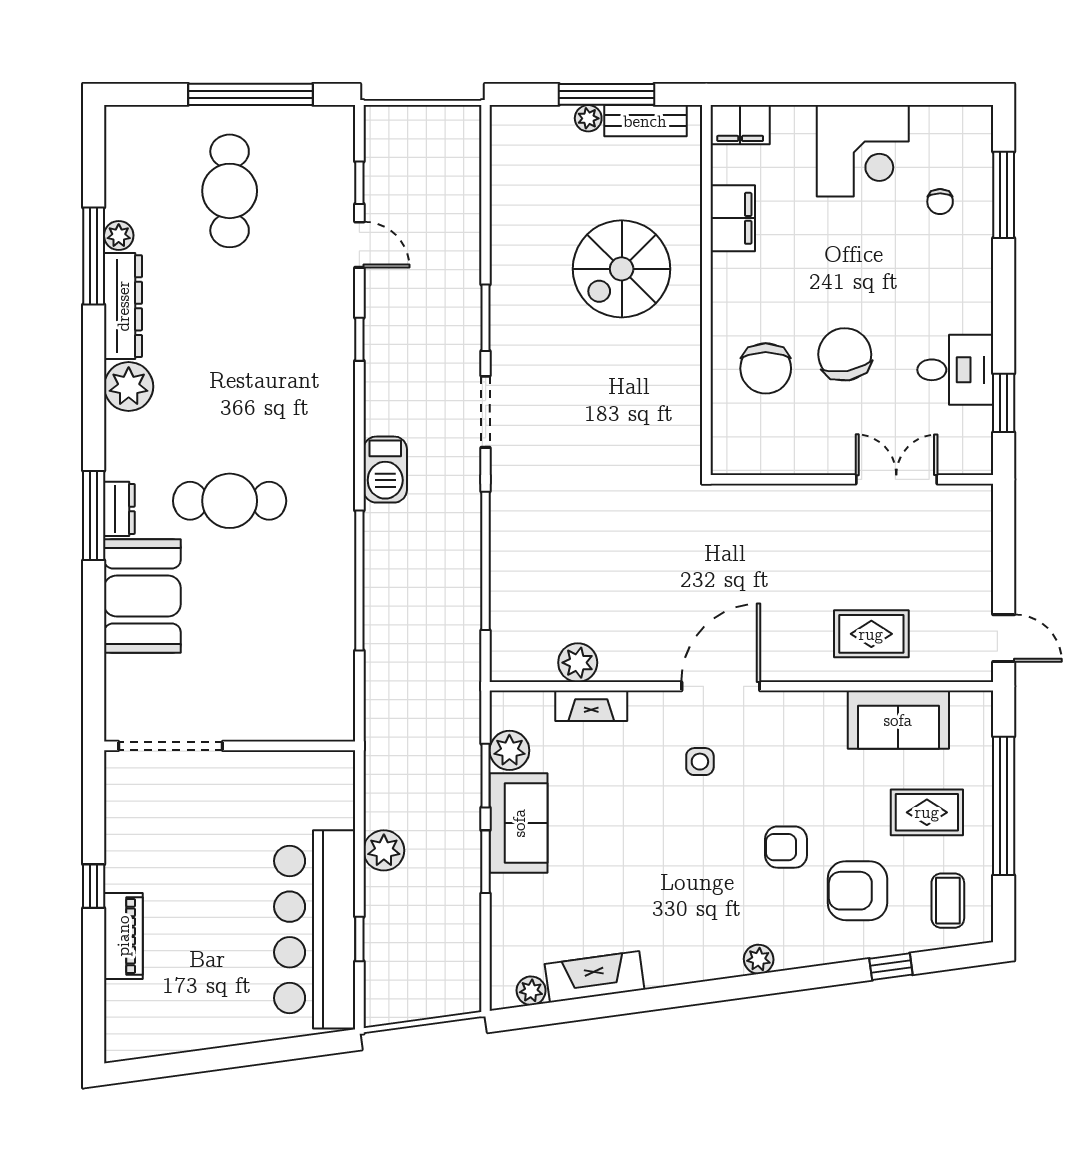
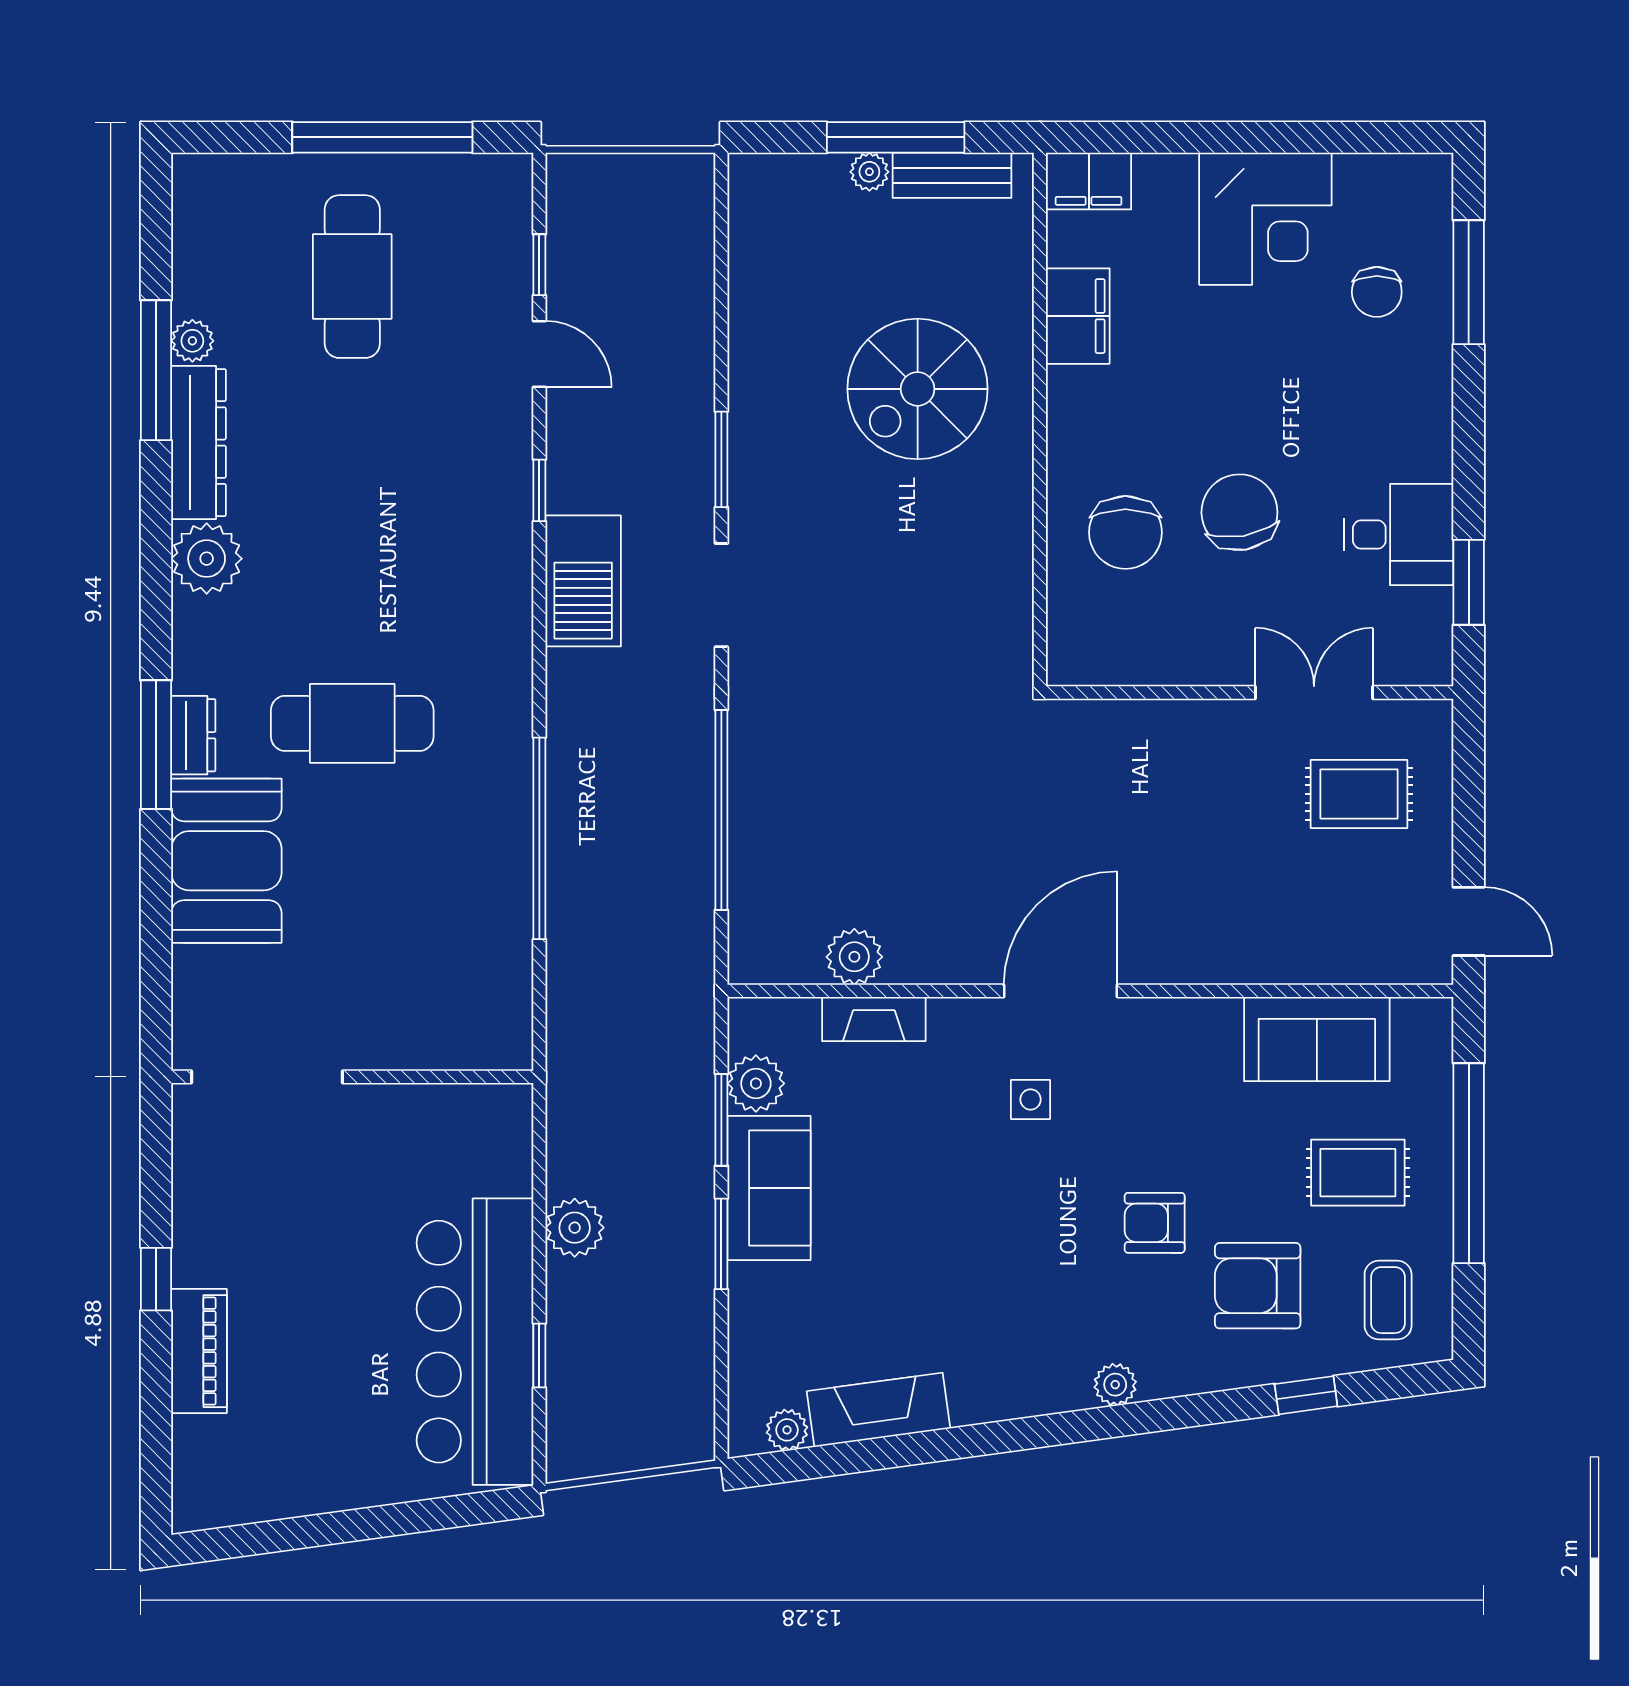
chair: (940, 202) -> (1377, 292), width x1.37, depth x1.37
barbecue: (385, 470) -> (583, 581), moved, width x1.37, depth x1.21
rug: (871, 634) -> (1359, 794), moved

